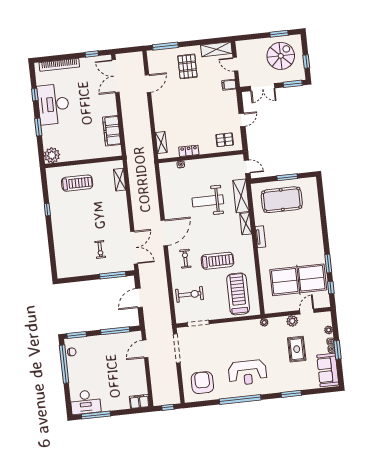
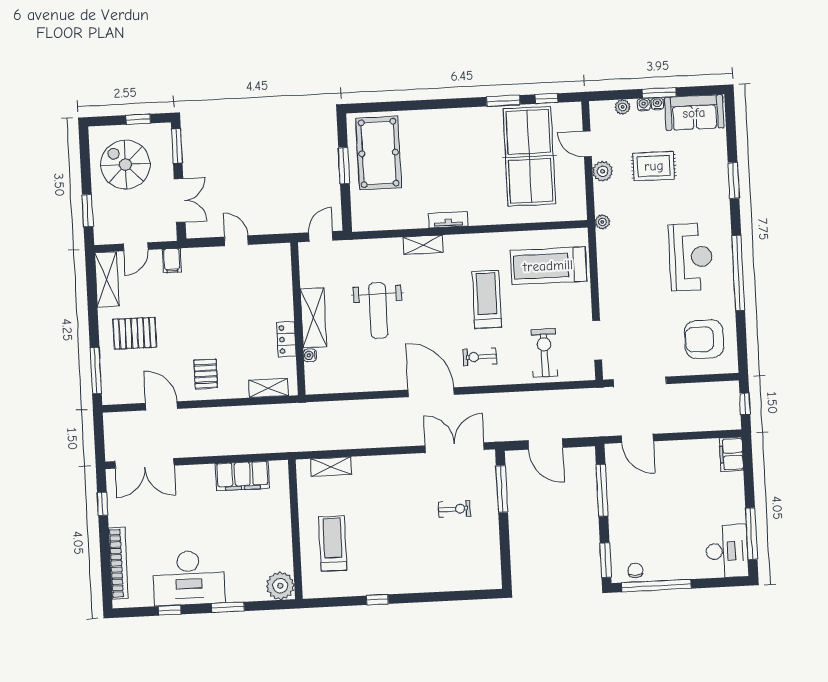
window: (279, 34) -> (88, 211), moved
pallet: (225, 140) -> (206, 374), moved
shelving: (241, 196) -> (313, 318), moved, turned 90
pool table: (282, 200) -> (379, 153), moved

